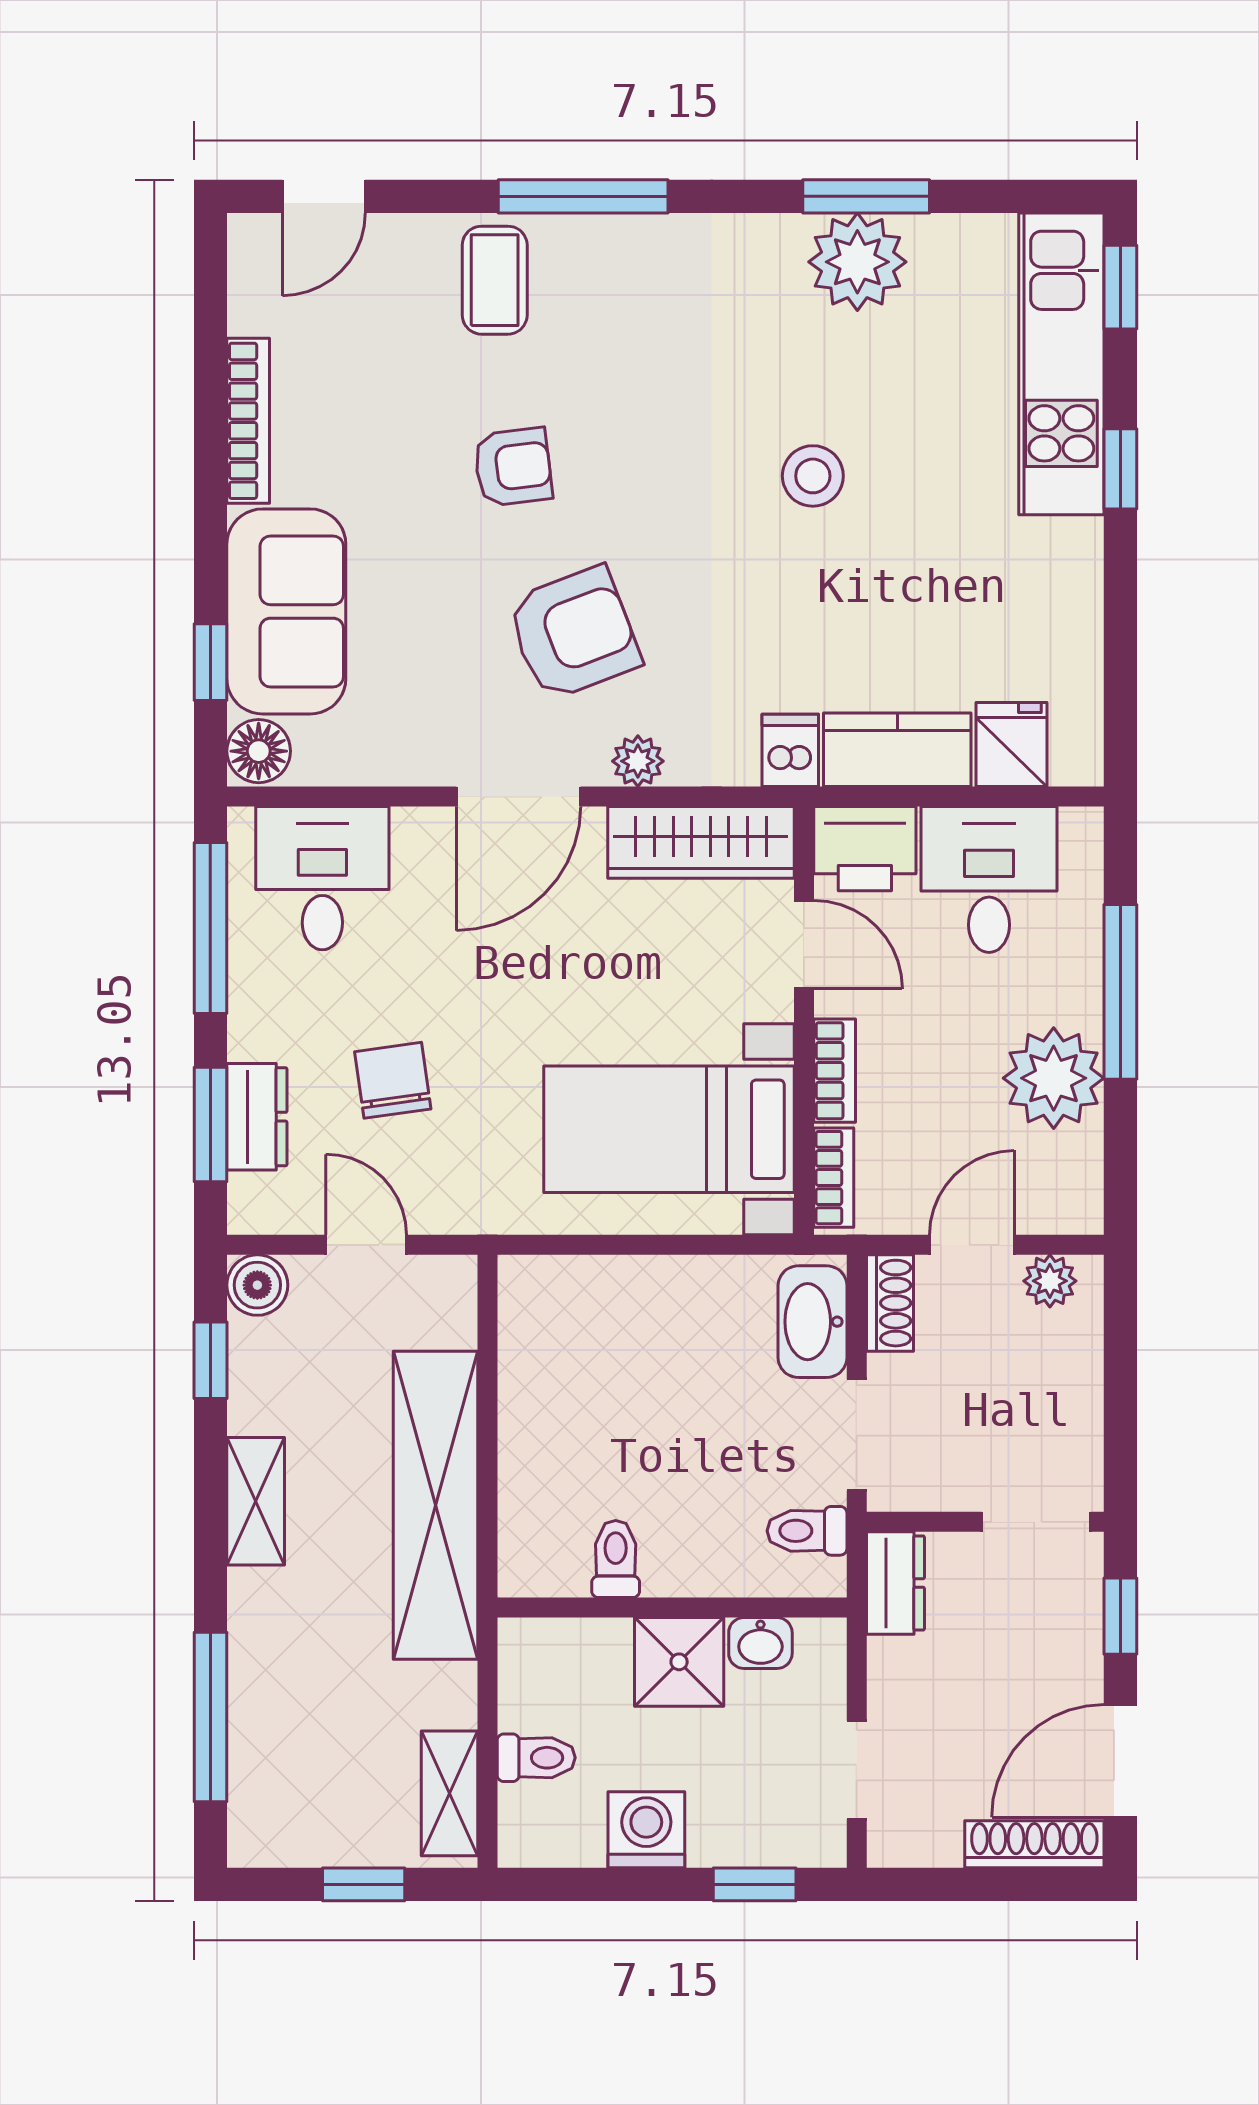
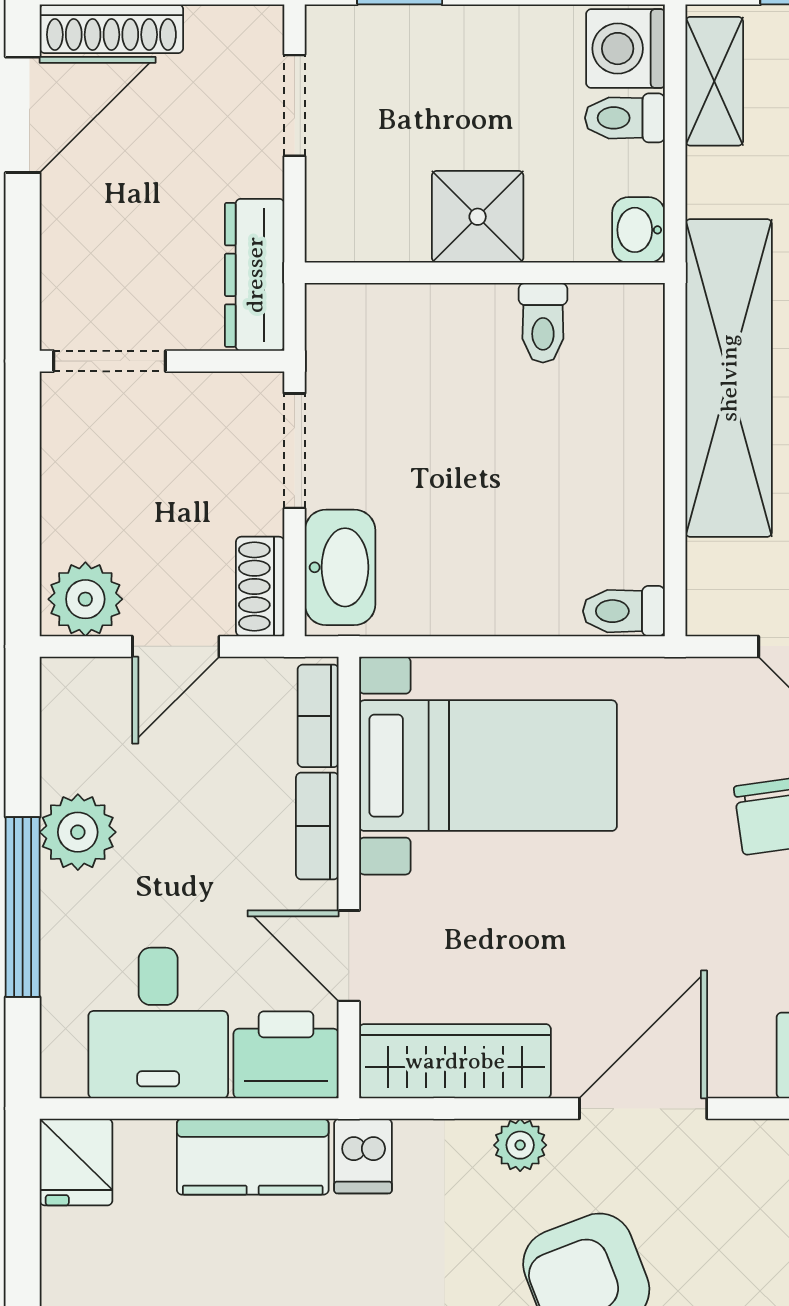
fridge: (1012, 745) -> (76, 1162), moved
plant: (1054, 1078) -> (78, 832), width x0.73, depth x0.73
plant: (1050, 1281) -> (85, 599), width x1.38, depth x1.38
toilet: (807, 1531) -> (624, 611), moved, turned 180
dresser: (895, 1583) -> (255, 275), width x1.44
window: (1120, 1616) -> (23, 264), removed
washbasin: (760, 1643) -> (638, 230), moved, turned -90
washing machine: (646, 1830) -> (626, 49), moved, turned 90

